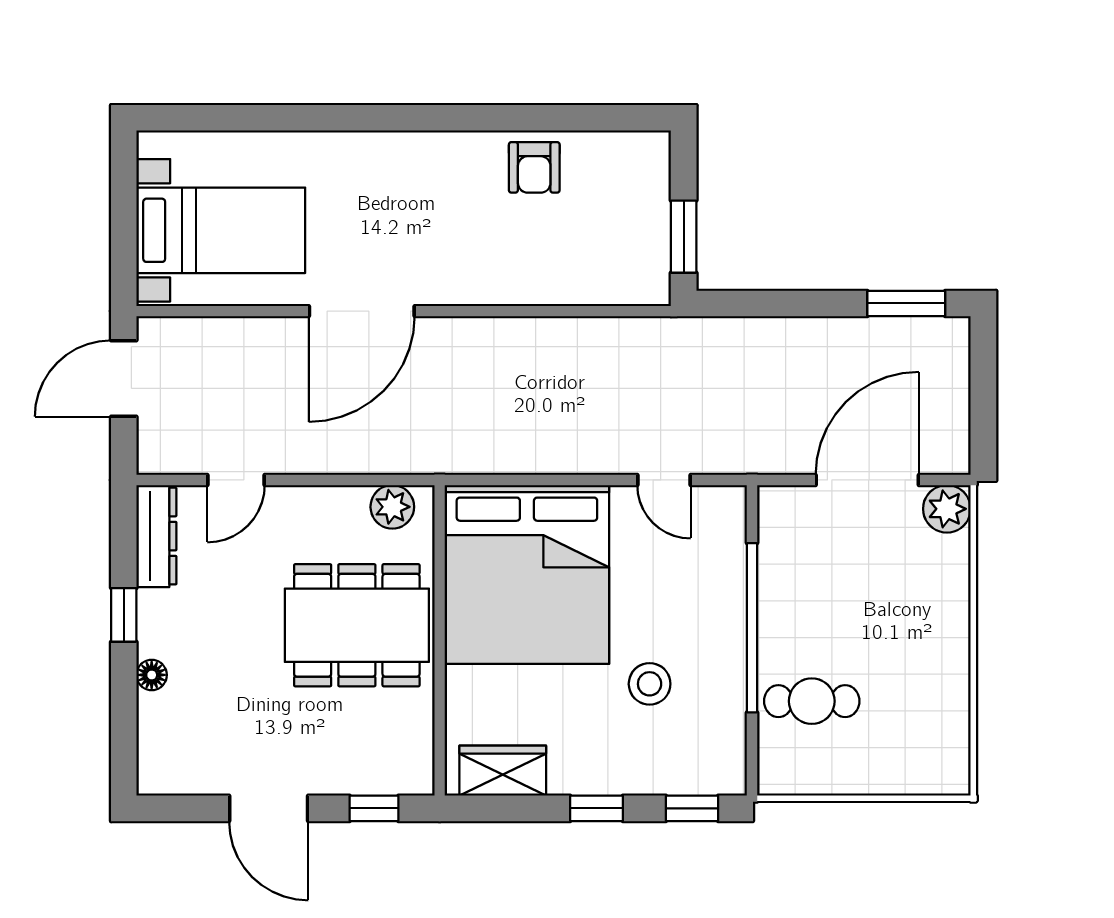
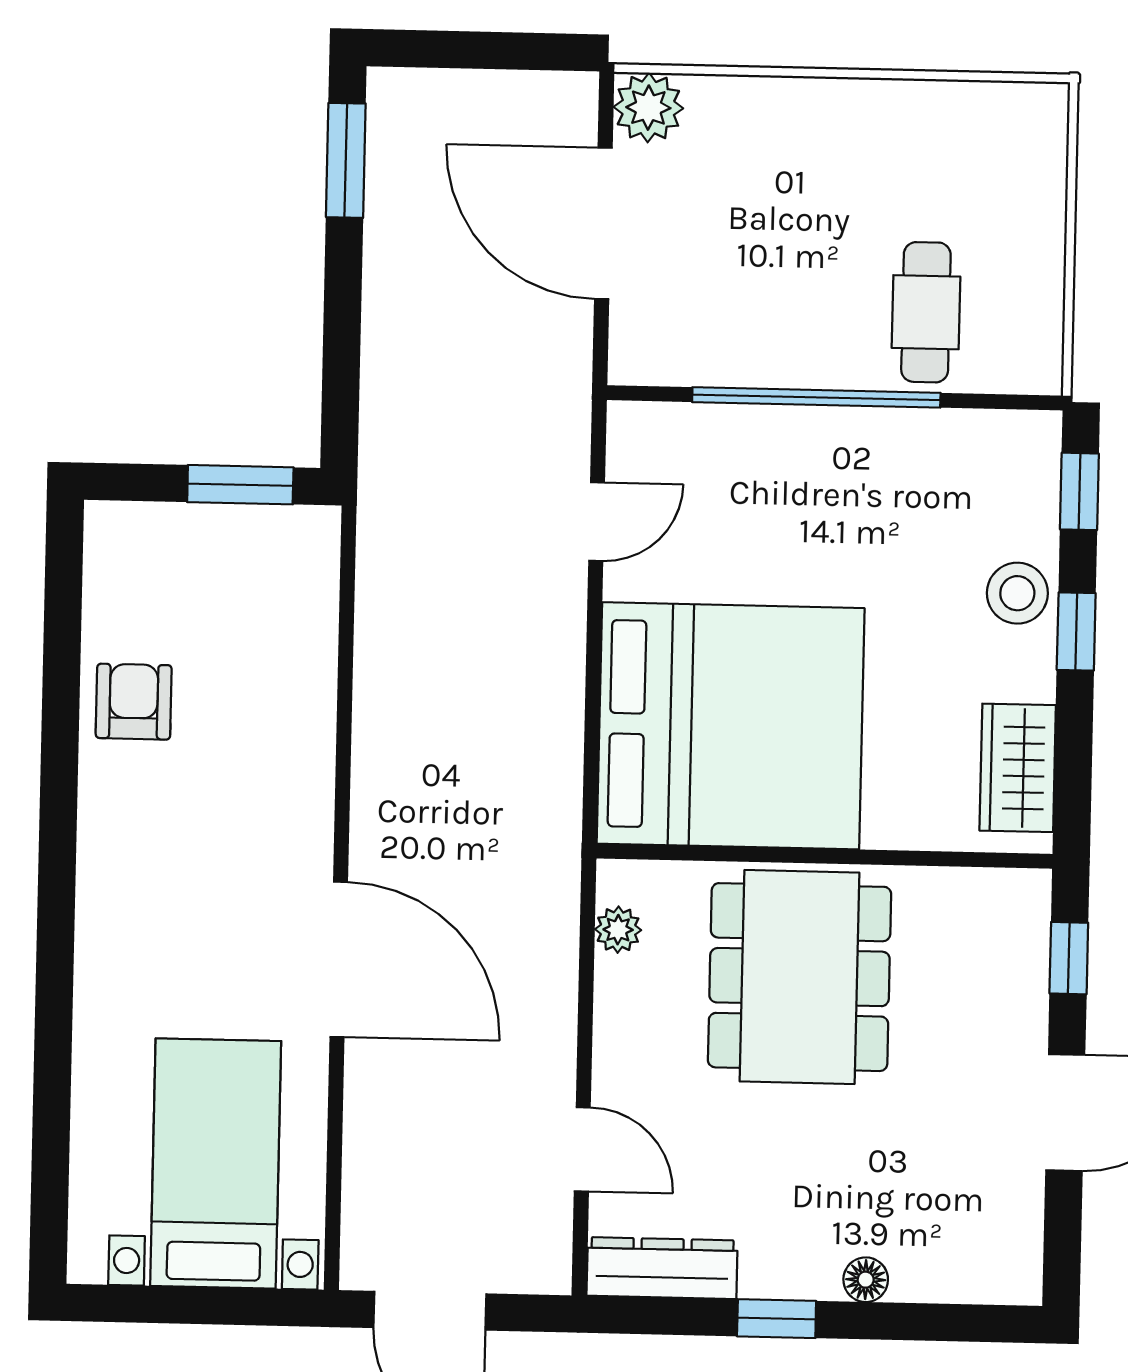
armchair: (534, 167) -> (134, 702), turned -90
plant: (392, 507) -> (618, 930), width x0.73, depth x0.73
stool: (650, 684) -> (1017, 593), moved

